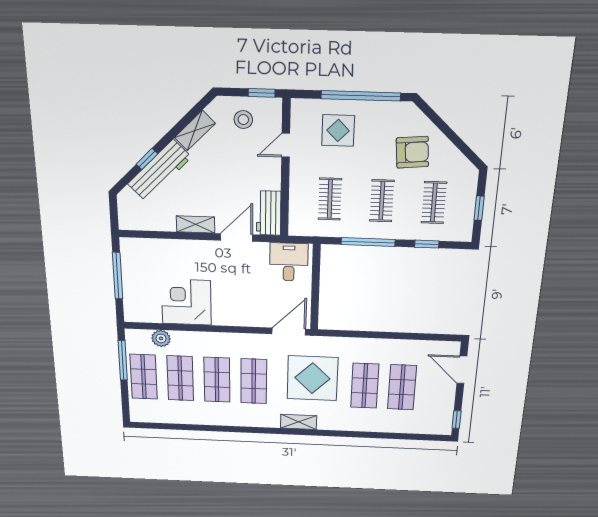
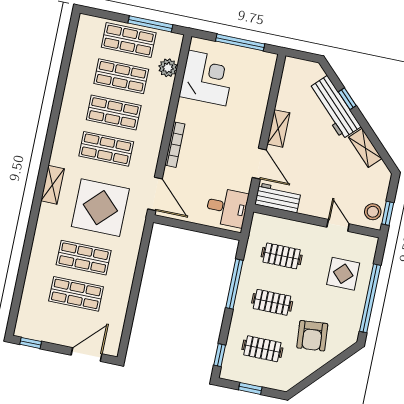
stool: (243, 120) -> (373, 212), moved
window: (427, 244) -> (220, 355), moved
corner desk: (186, 302) -> (207, 78), moved
bookcase: (235, 321) -> (175, 145), added

